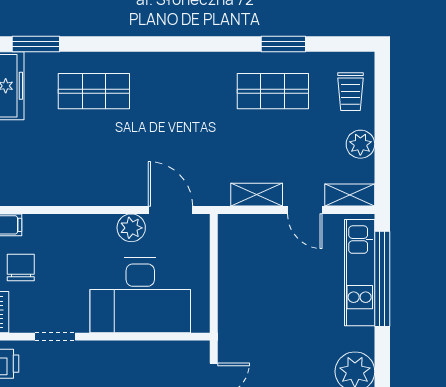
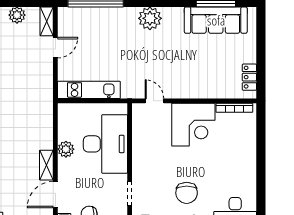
shelving: (257, 195) -> (46, 165), moved
door: (171, 210) -> (55, 195), moved
kitchen unit: (360, 273) -> (89, 90), moved, turned 180

